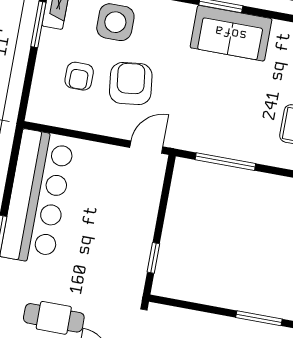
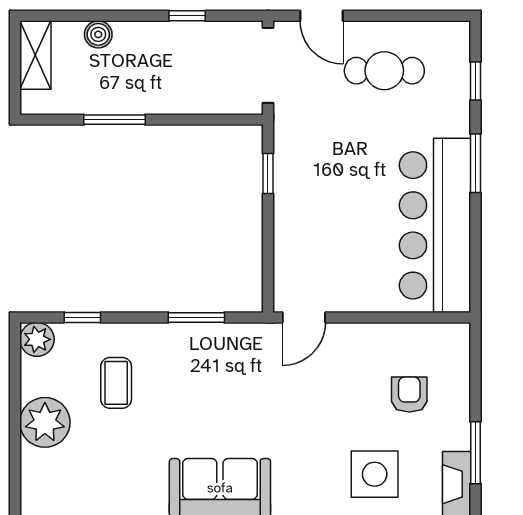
armchair: (131, 84) -> (340, 397), removed
window: (225, 162) -> (196, 317), width x0.69

